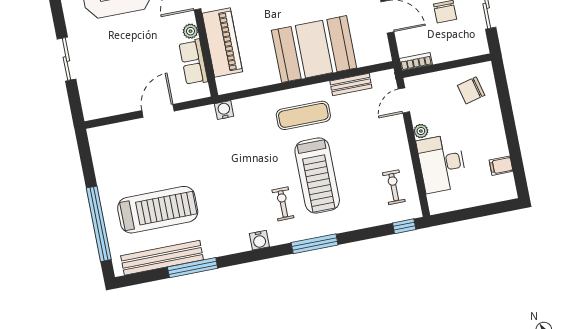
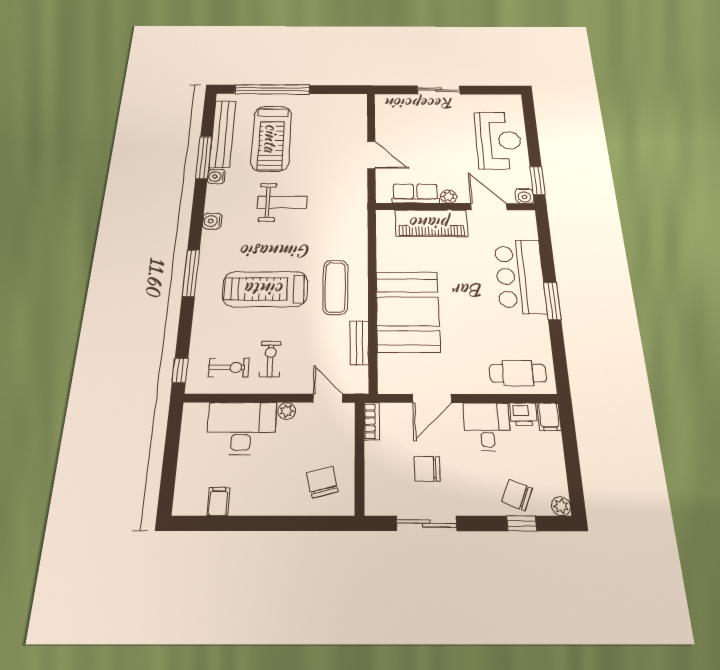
water cooler: (224, 110) -> (216, 177), moved, turned 180
weight bench: (227, 182) -> (282, 202), added
exercise bike: (283, 204) -> (270, 359), moved, turned -90

